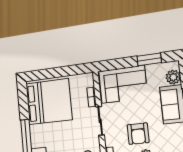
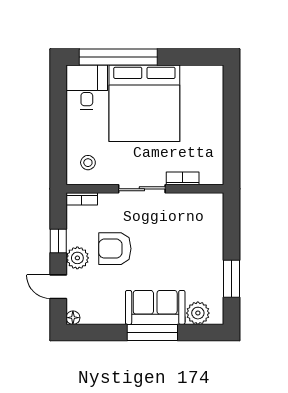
corner sofa: (123, 84) -> (197, 232), removed
bed: (49, 102) -> (144, 103), moved

